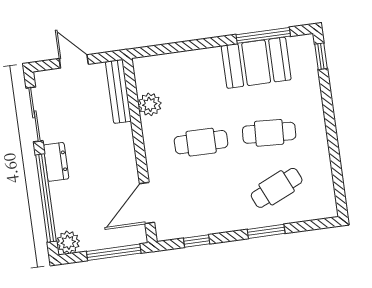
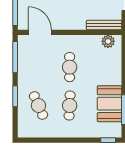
plant: (150, 104) -> (108, 41), moved
window: (197, 241) -> (15, 57), width x2.17

